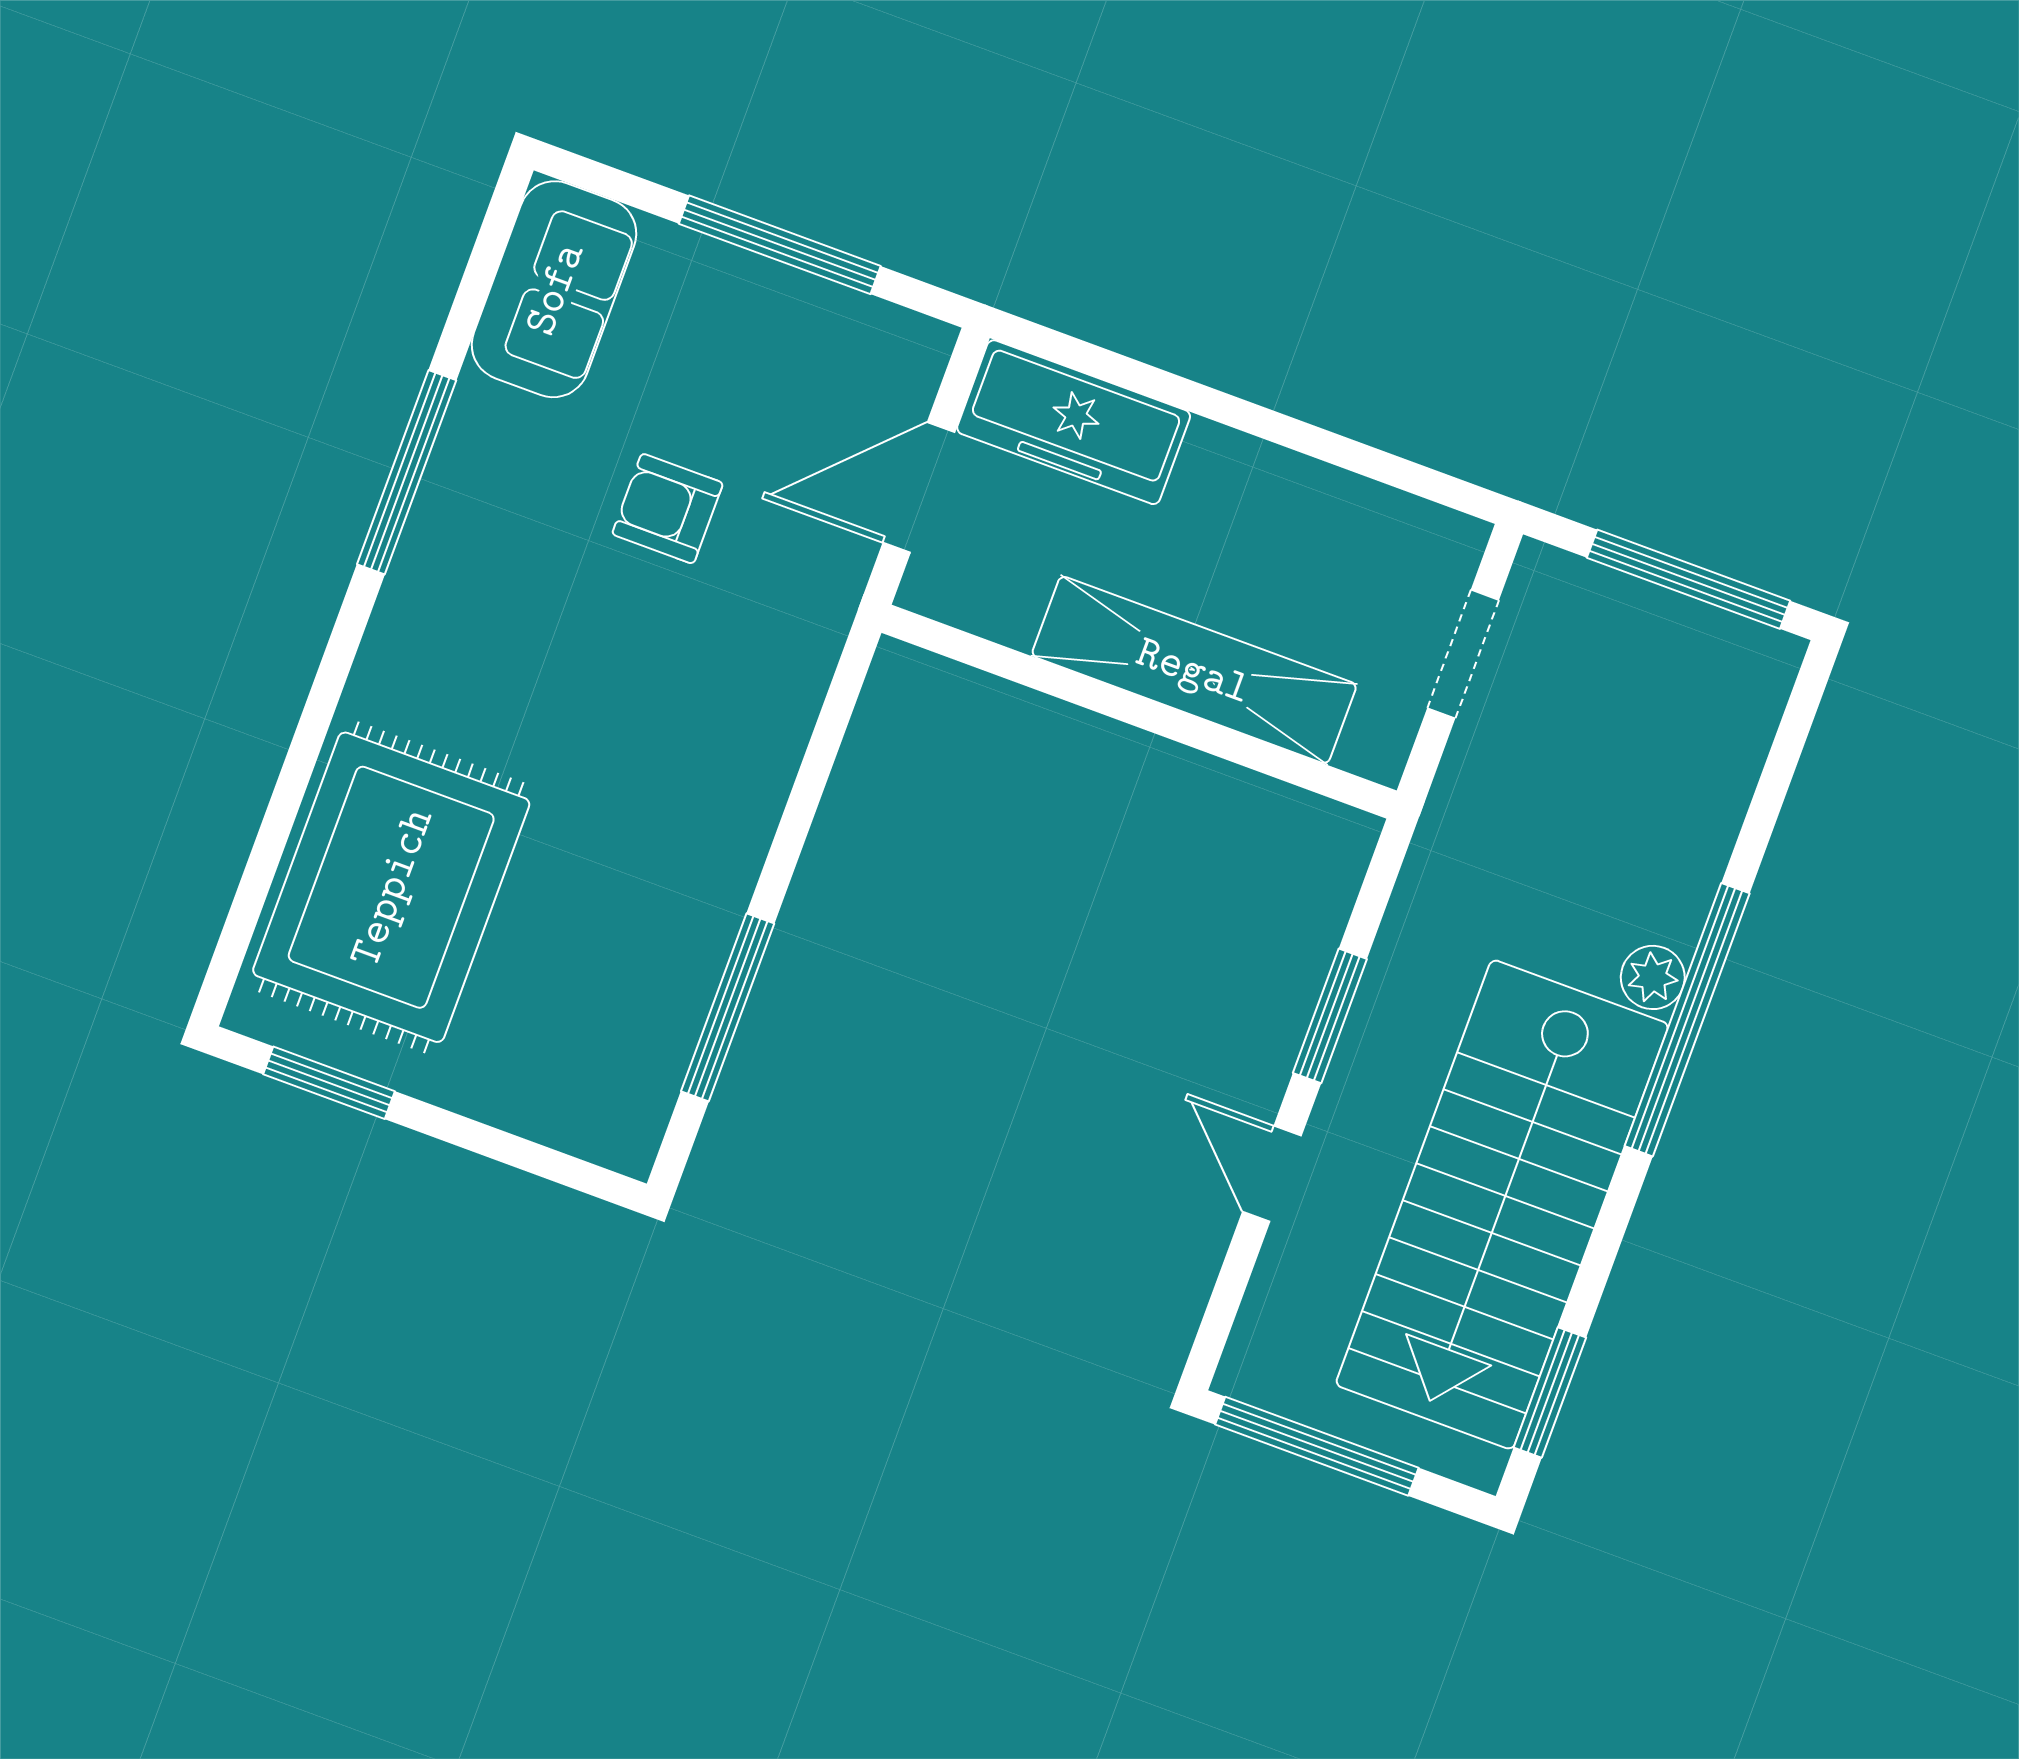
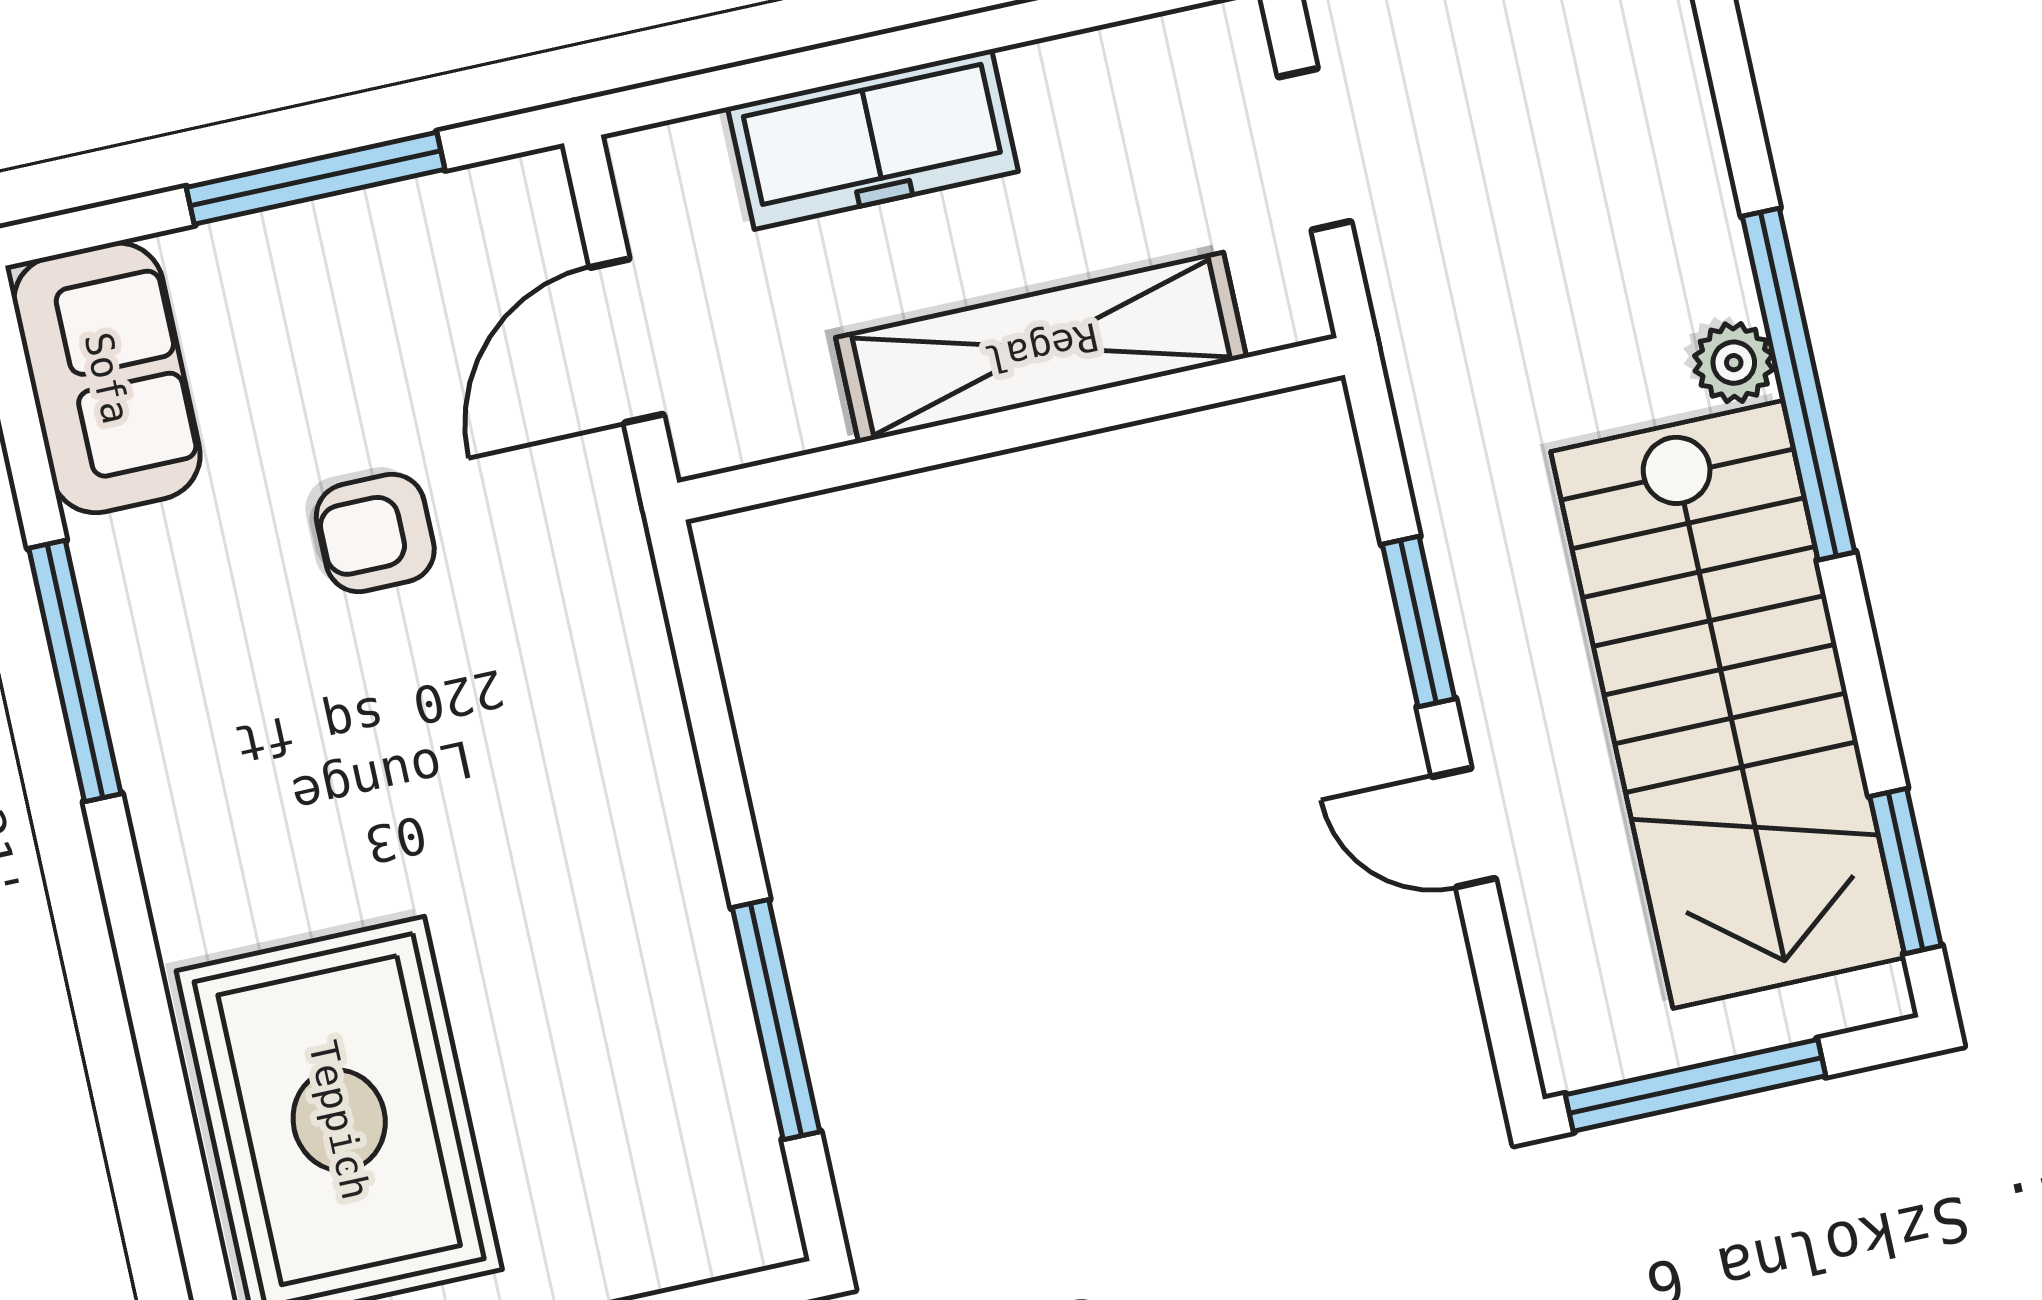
freezer: (1074, 422) -> (873, 139), moved

